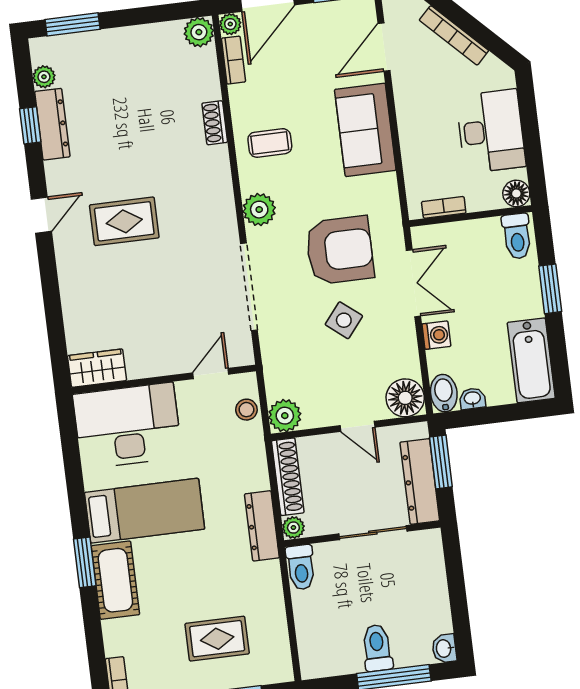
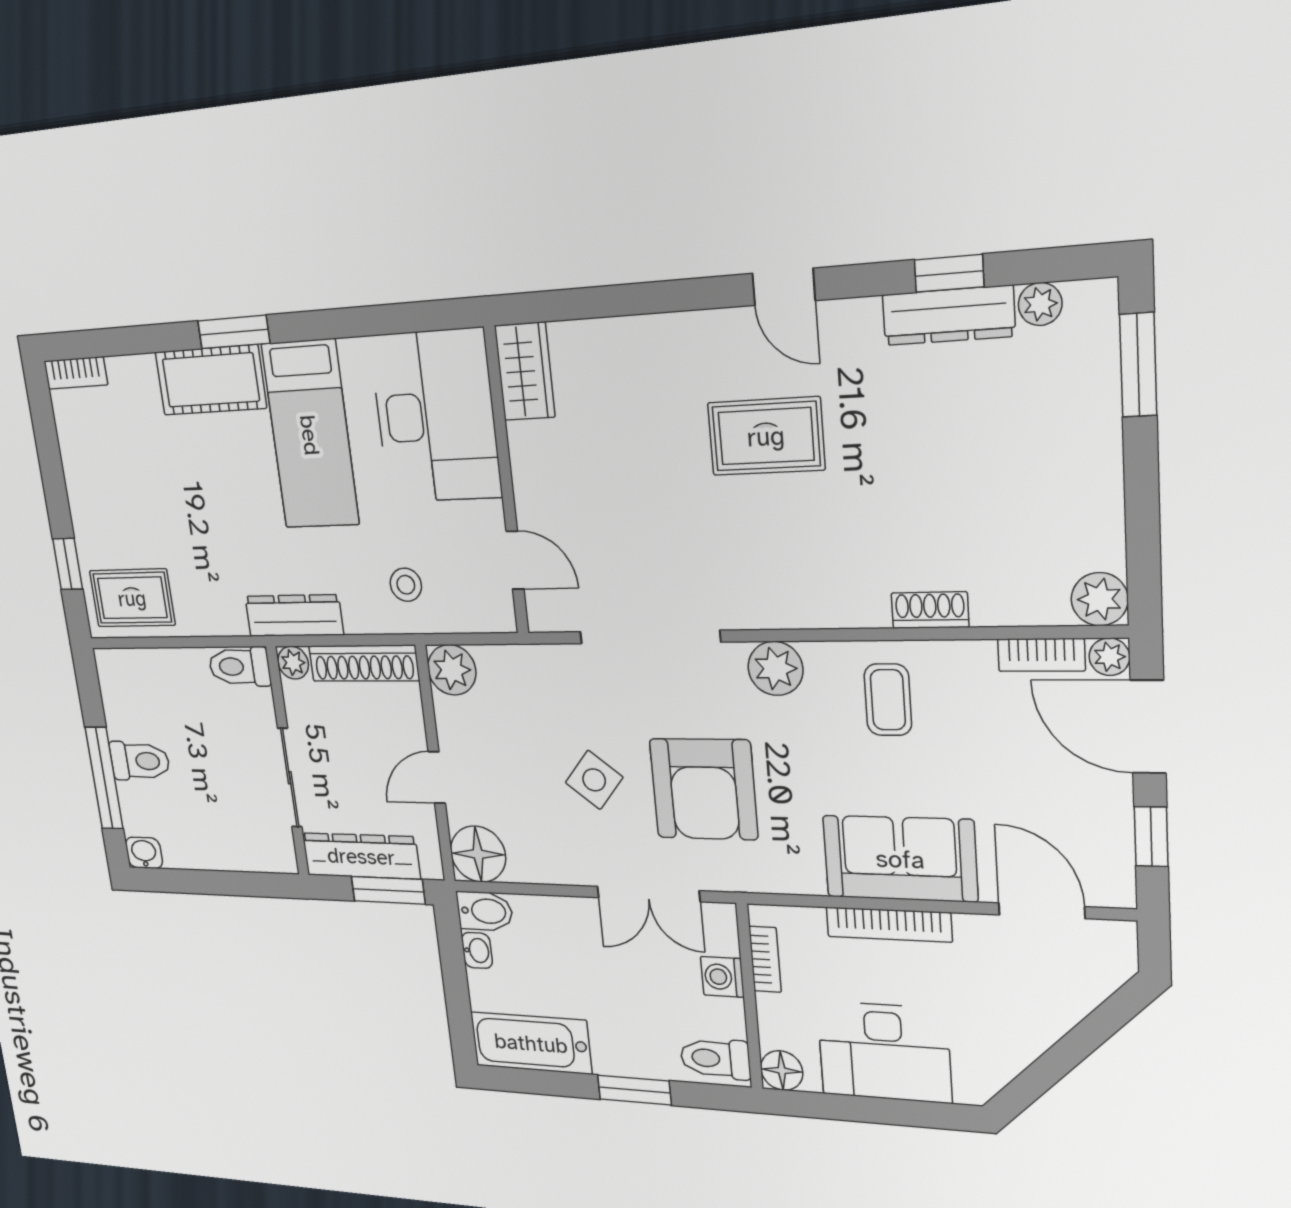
bookcase: (454, 35) -> (889, 925), moved, turned -135
rug: (124, 221) -> (766, 436), turned 90
washing machine: (436, 335) -> (722, 977), moved, turned 90
stool: (246, 410) -> (406, 585), moved
rug: (217, 639) -> (132, 598), moved, turned 90

